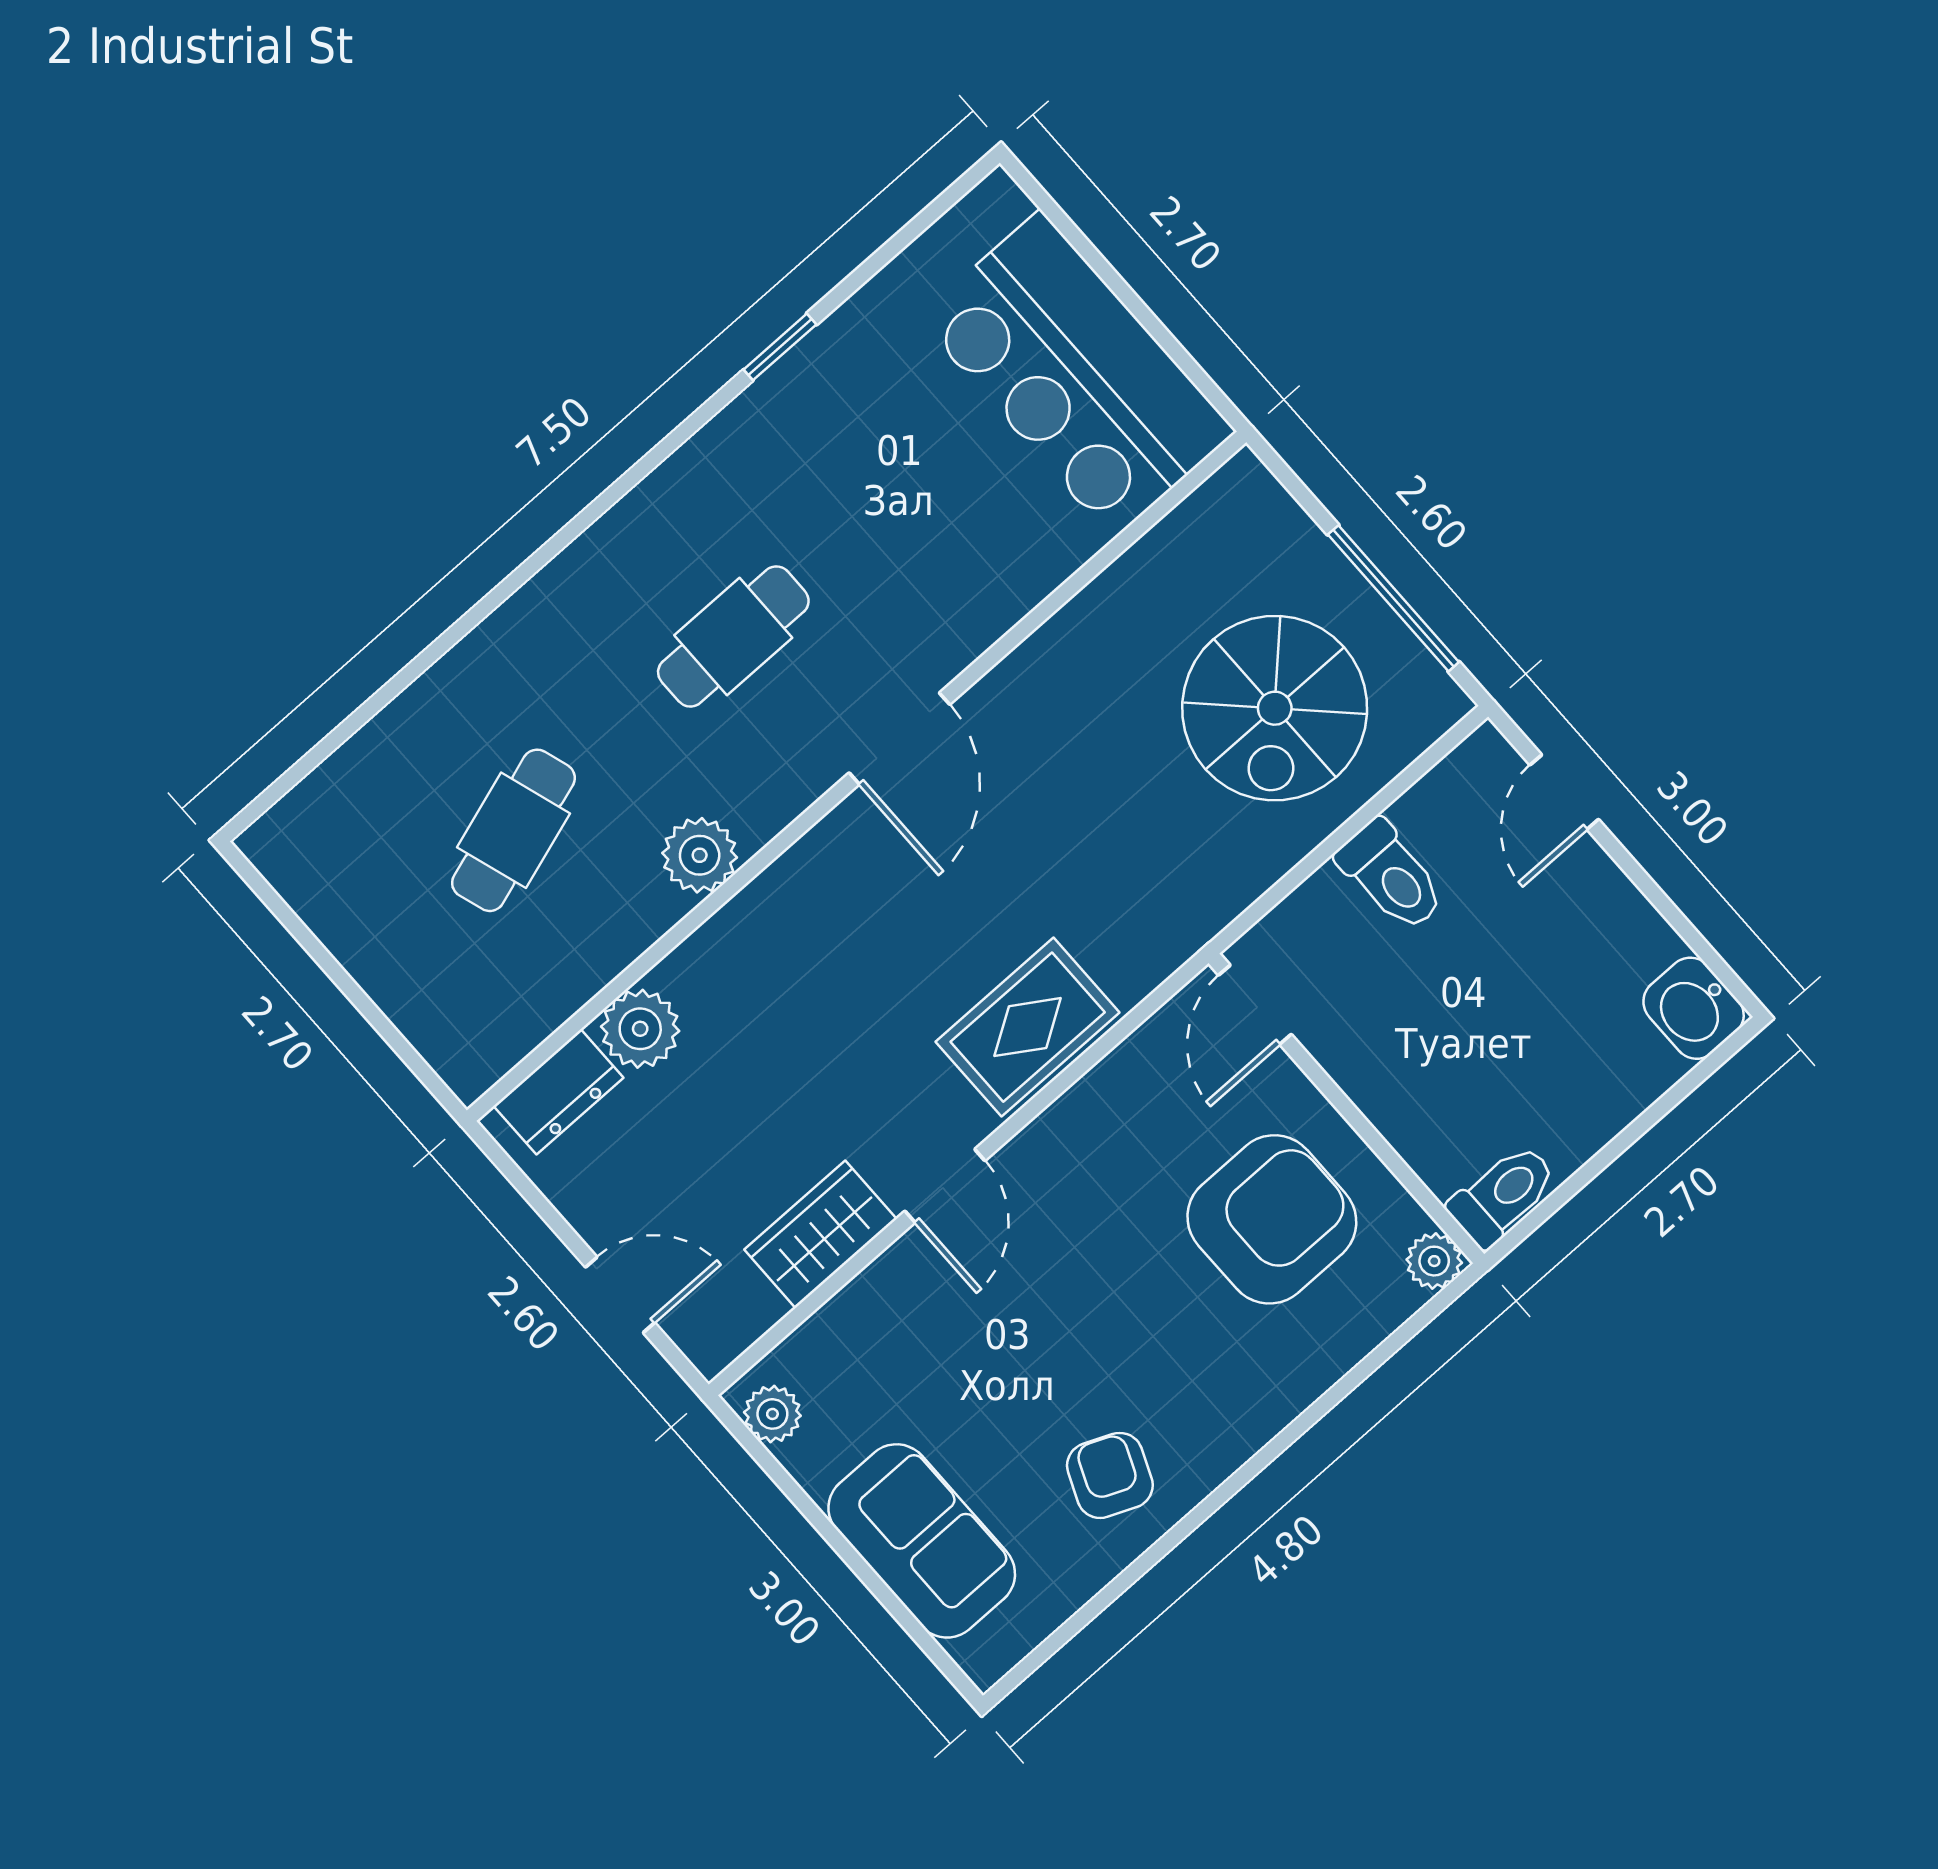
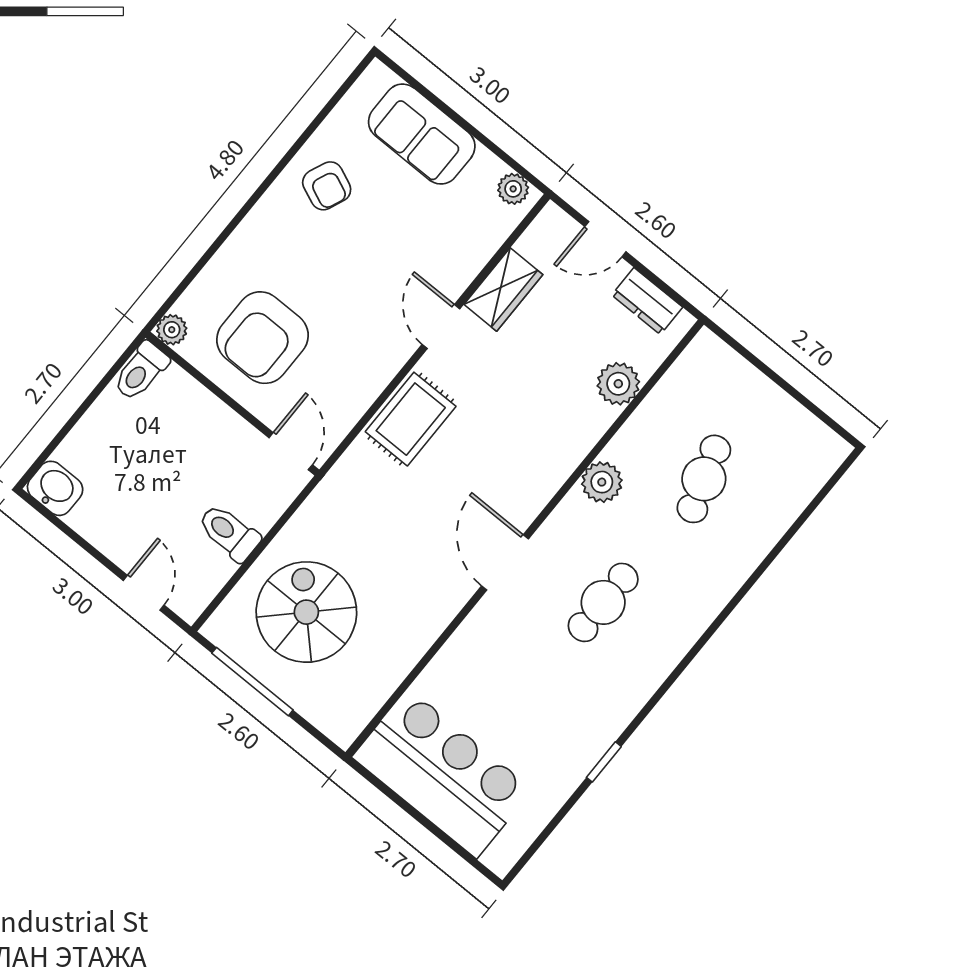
dresser: (559, 1092) -> (647, 301), moved, turned -90

